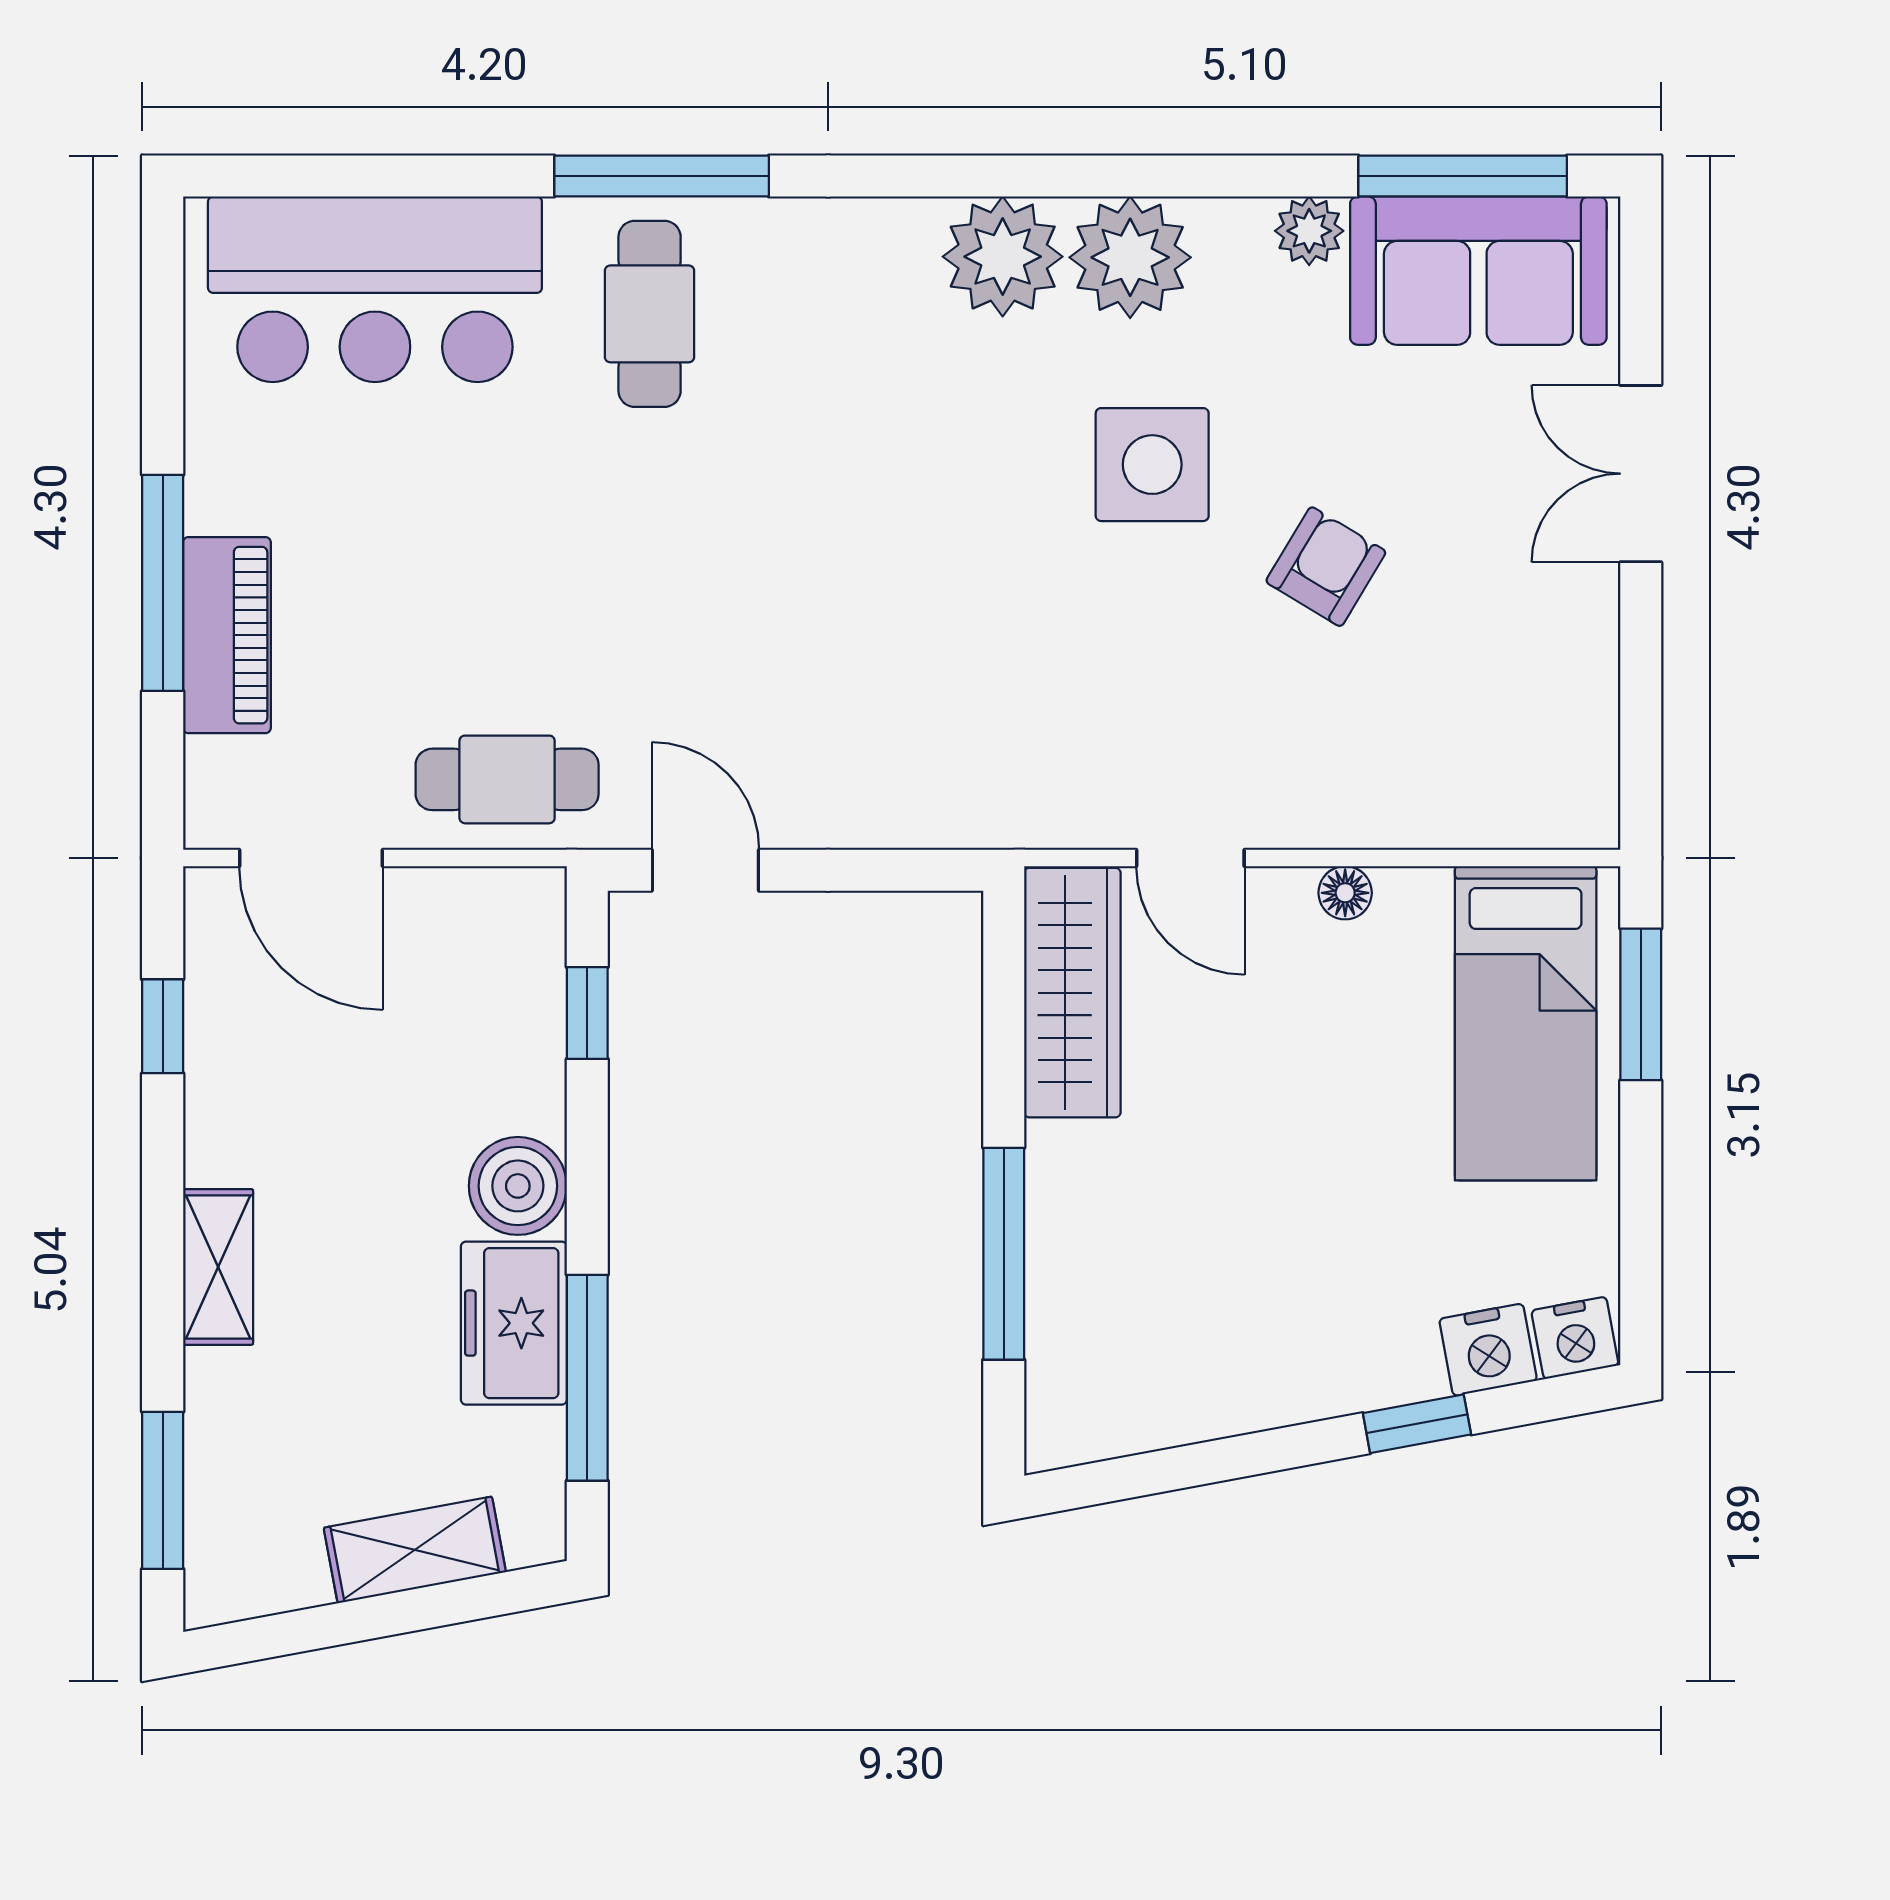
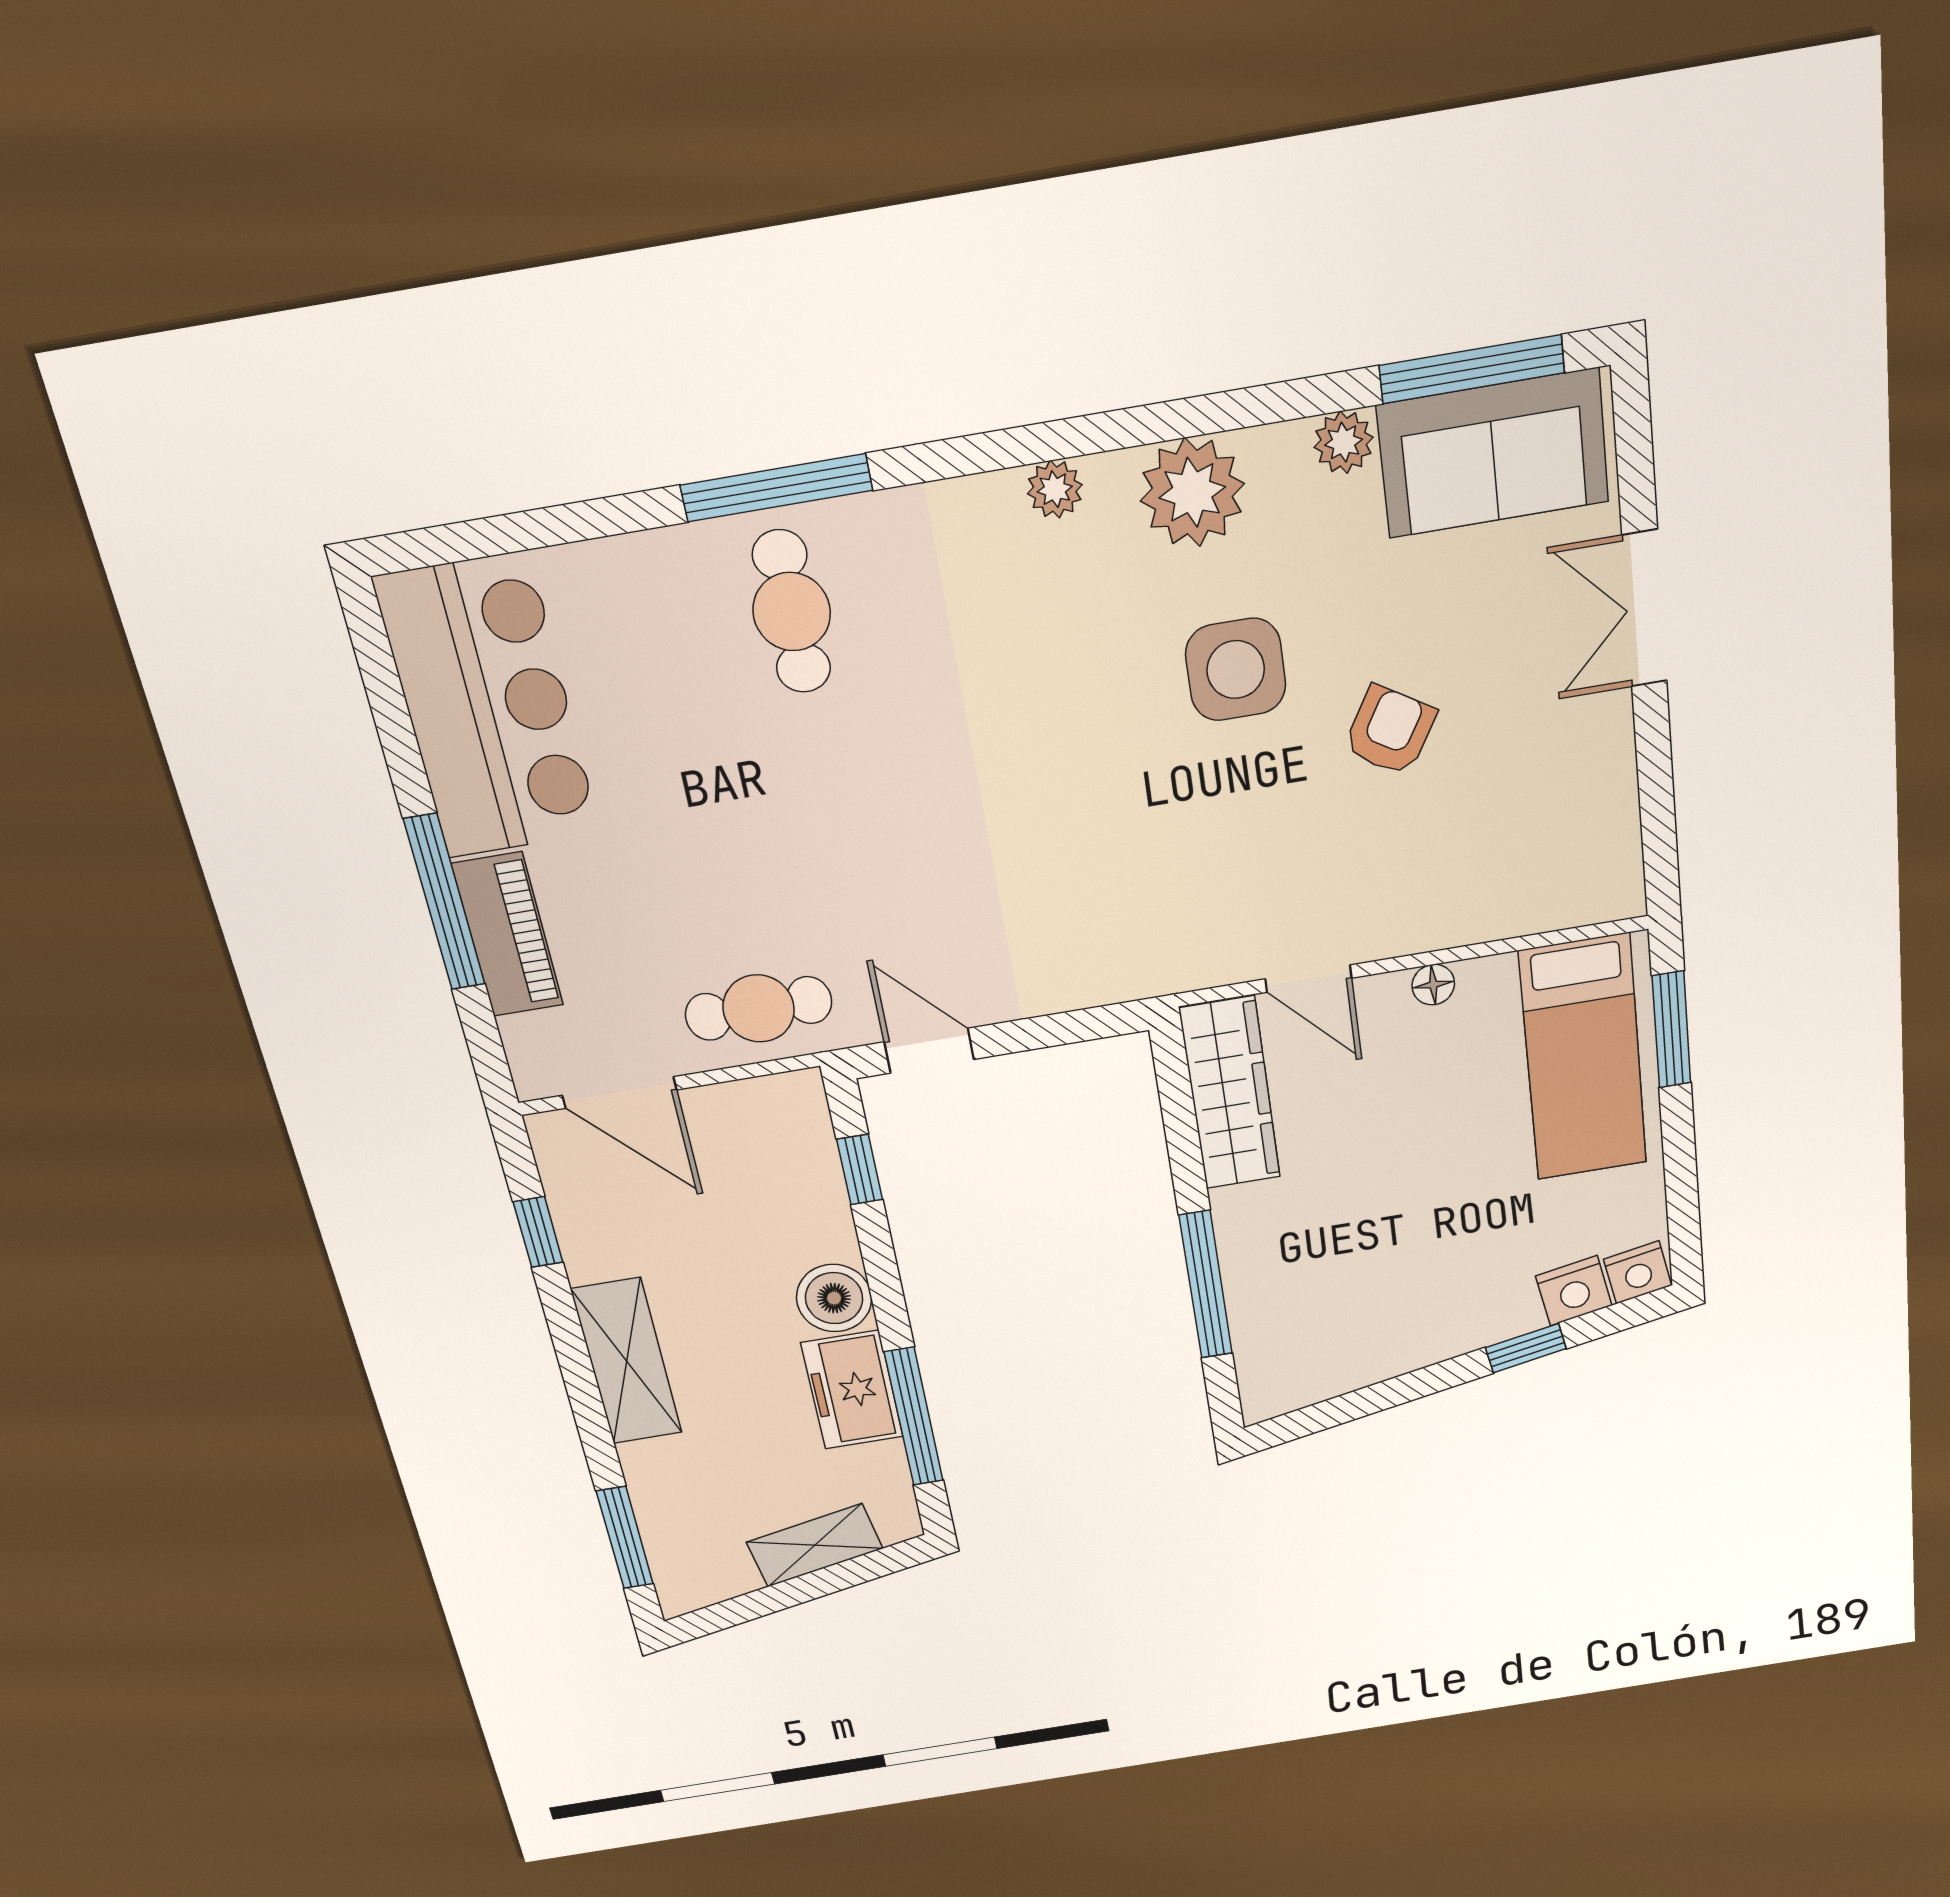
plant: (1003, 257) -> (1055, 489), width x0.53, depth x0.53
bar counter: (375, 289) -> (488, 707), moved, turned -90
shelving: (218, 1267) -> (627, 1361), width x1.50, depth x1.33

